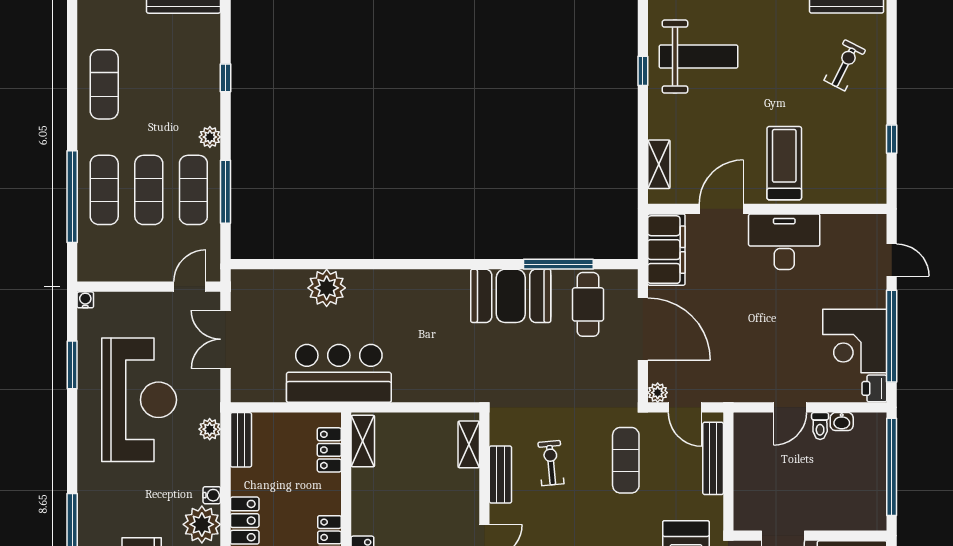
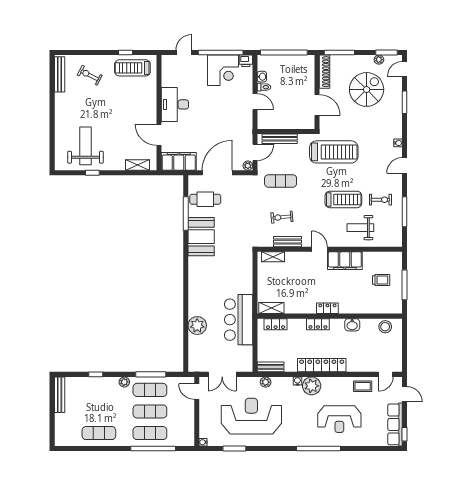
treadmill: (784, 163) -> (132, 68), moved

